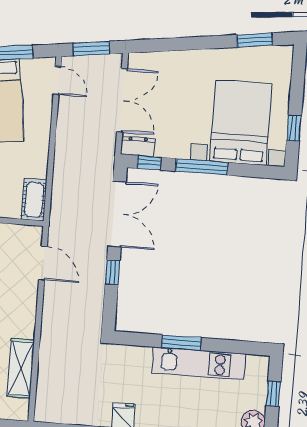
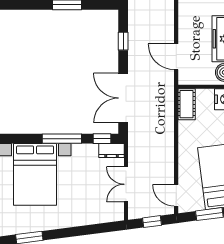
window: (91, 49) -> (152, 222), width x0.67
double door: (122, 100) -> (126, 184), width x0.73
window: (112, 272) -> (123, 41), moved

